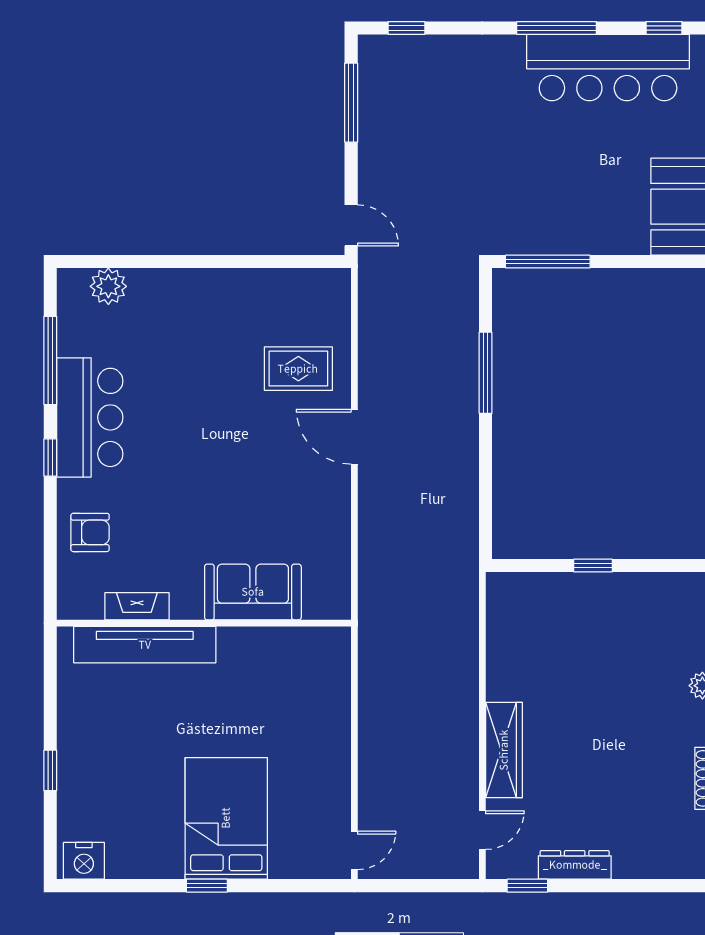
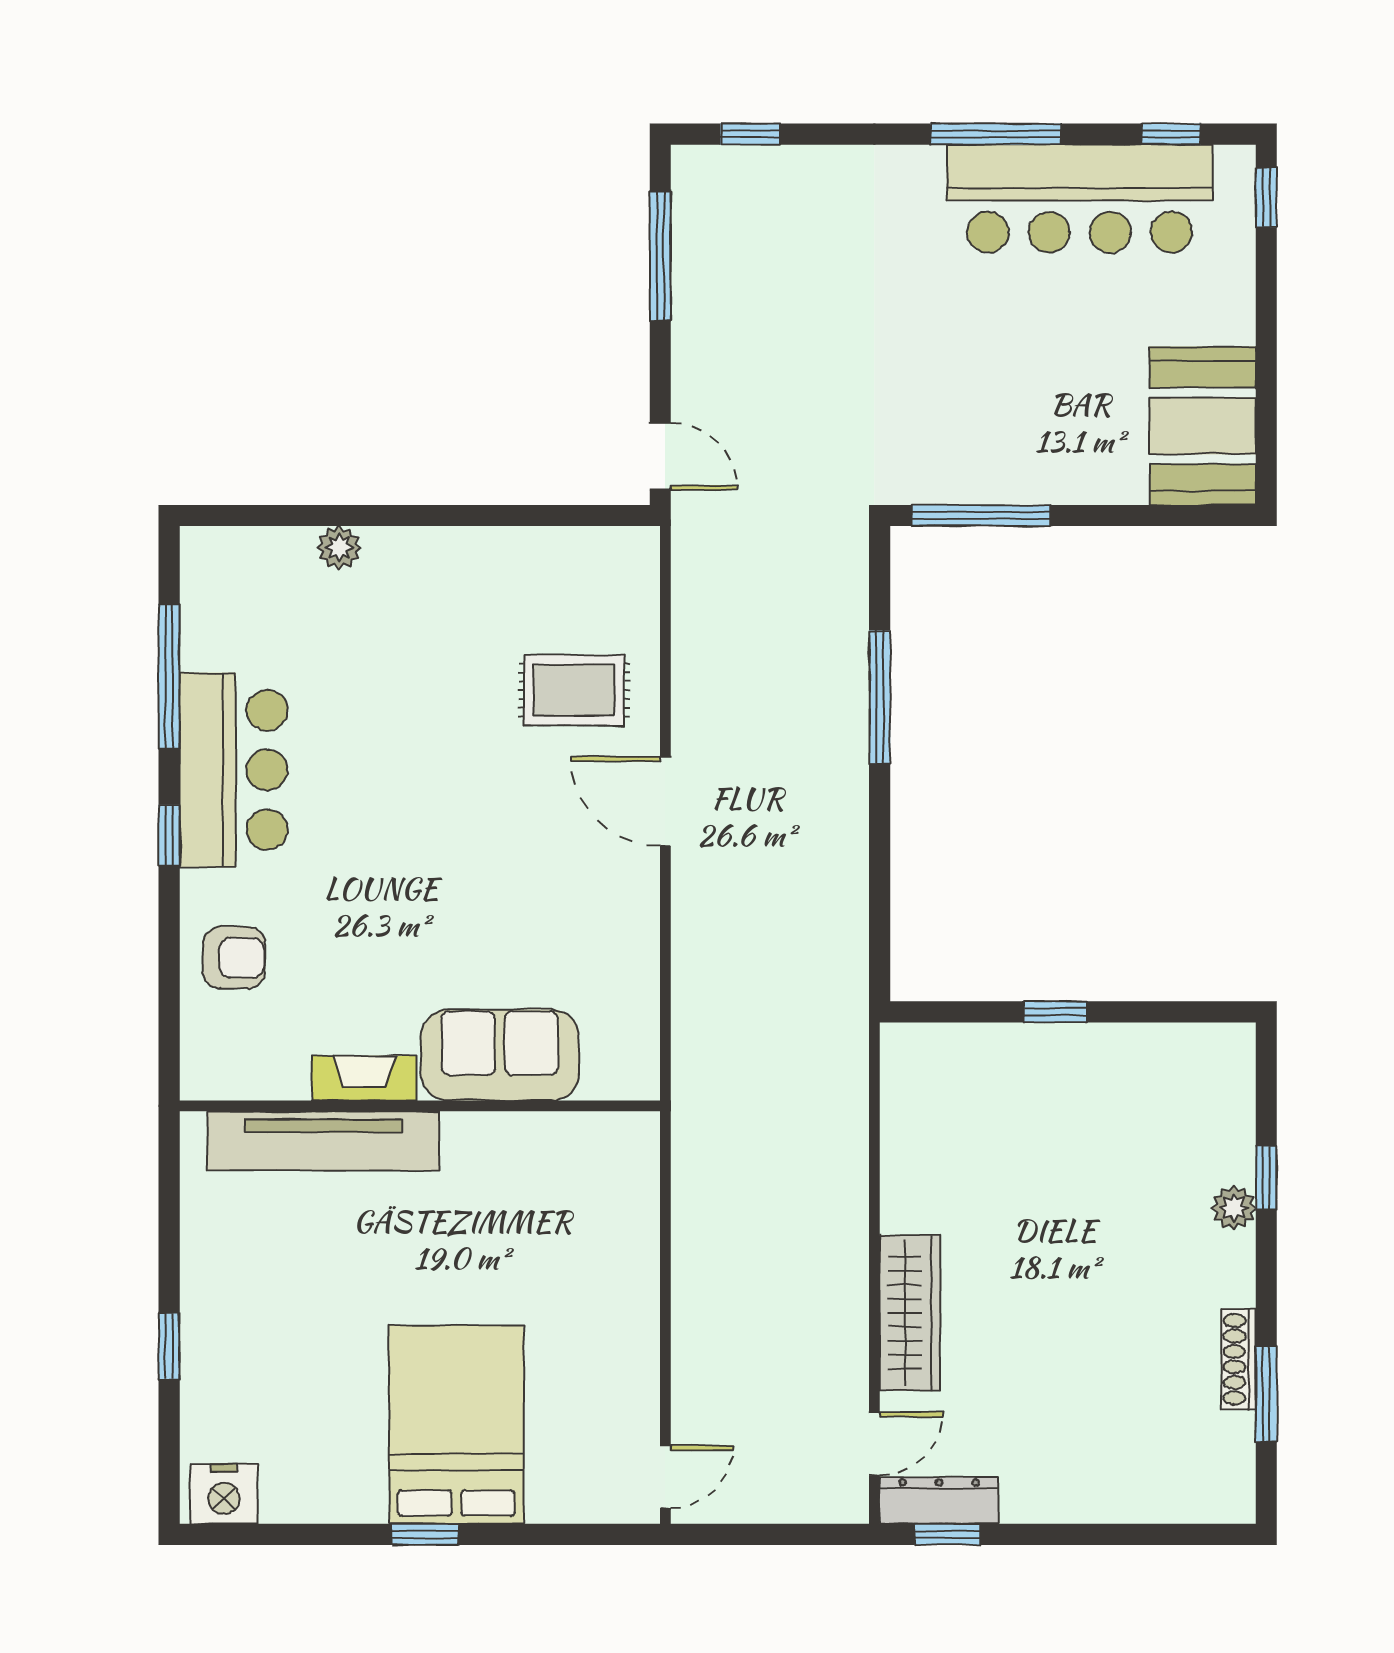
plant: (108, 286) -> (339, 548), moved, width x0.73, depth x0.73
fireplace: (137, 606) -> (364, 1078), moved
dresser: (575, 865) -> (939, 1501), moved

